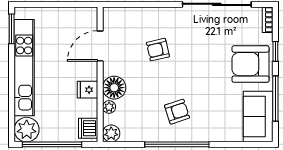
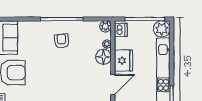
armchair: (158, 50) -> (74, 82), removed
fridge: (87, 90) -> (124, 61), width x1.88, depth x1.34
armchair: (177, 112) -> (62, 41), turned 101

